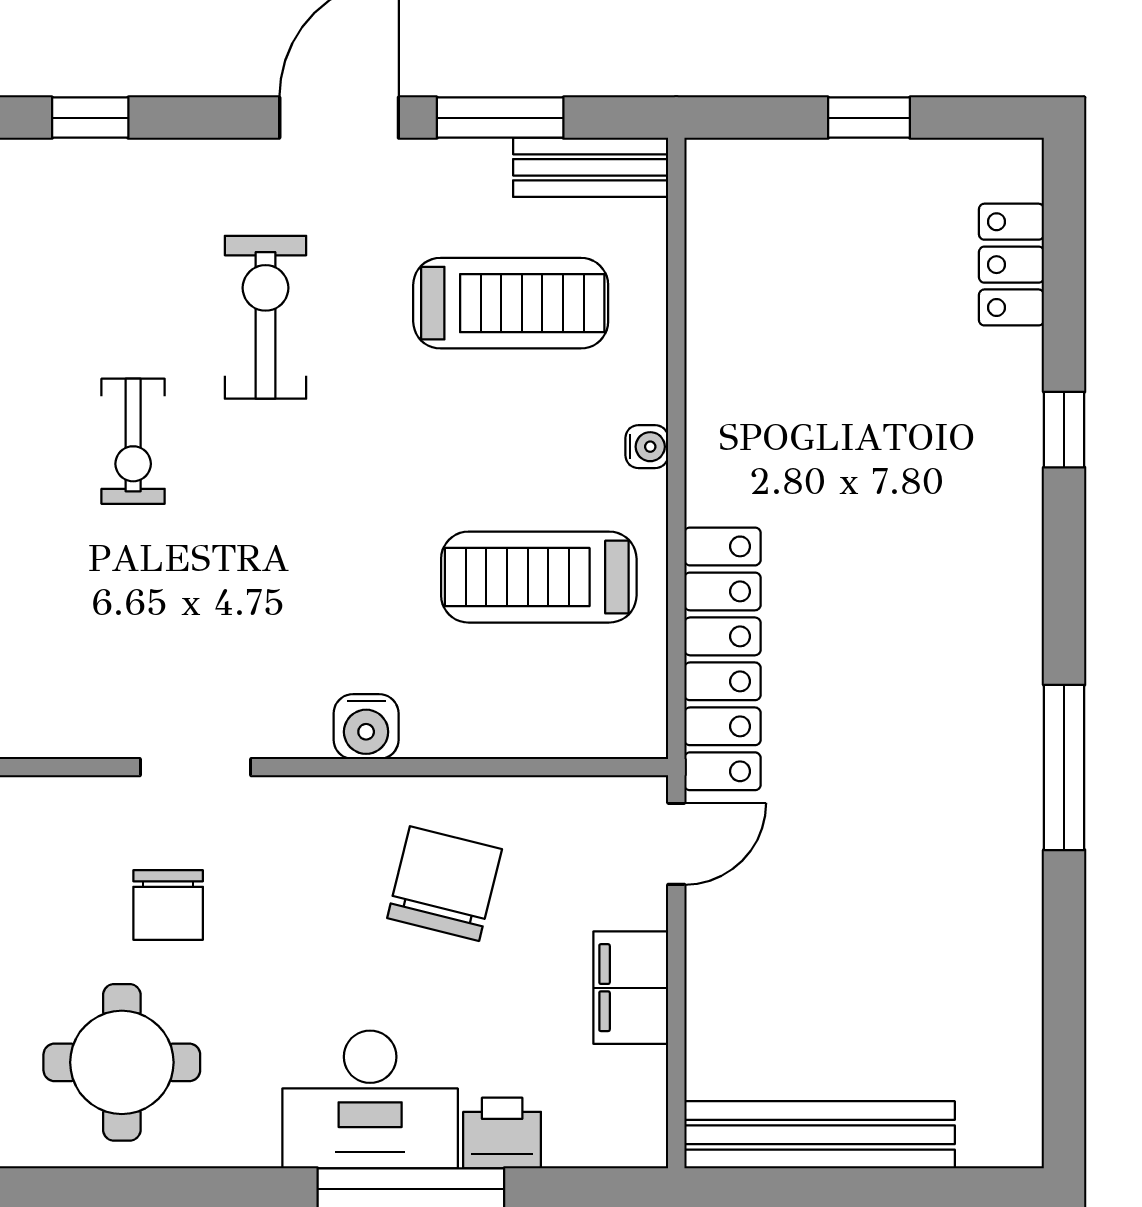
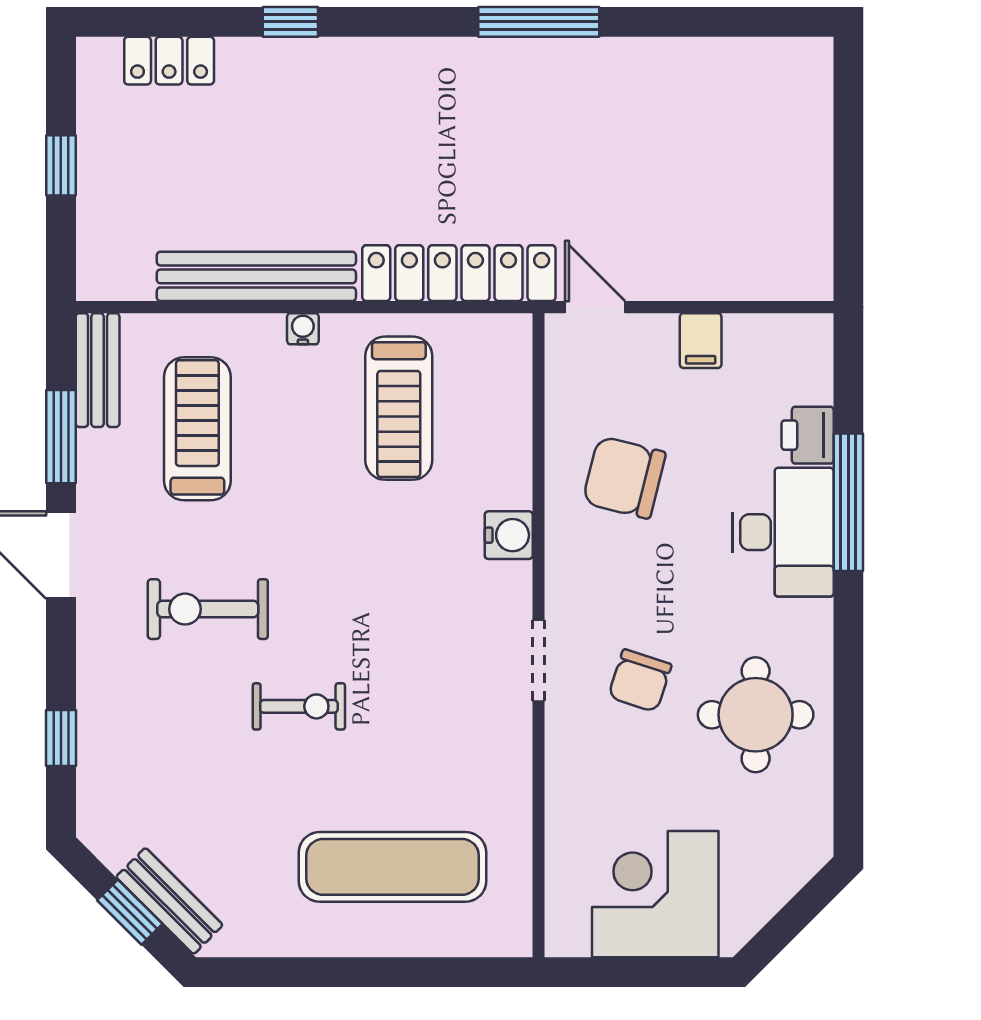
chair: (168, 905) -> (640, 681), turned 108
filing cabinet: (631, 988) -> (701, 341), width x0.50
bench: (820, 1135) -> (256, 276), moved, turned 90

